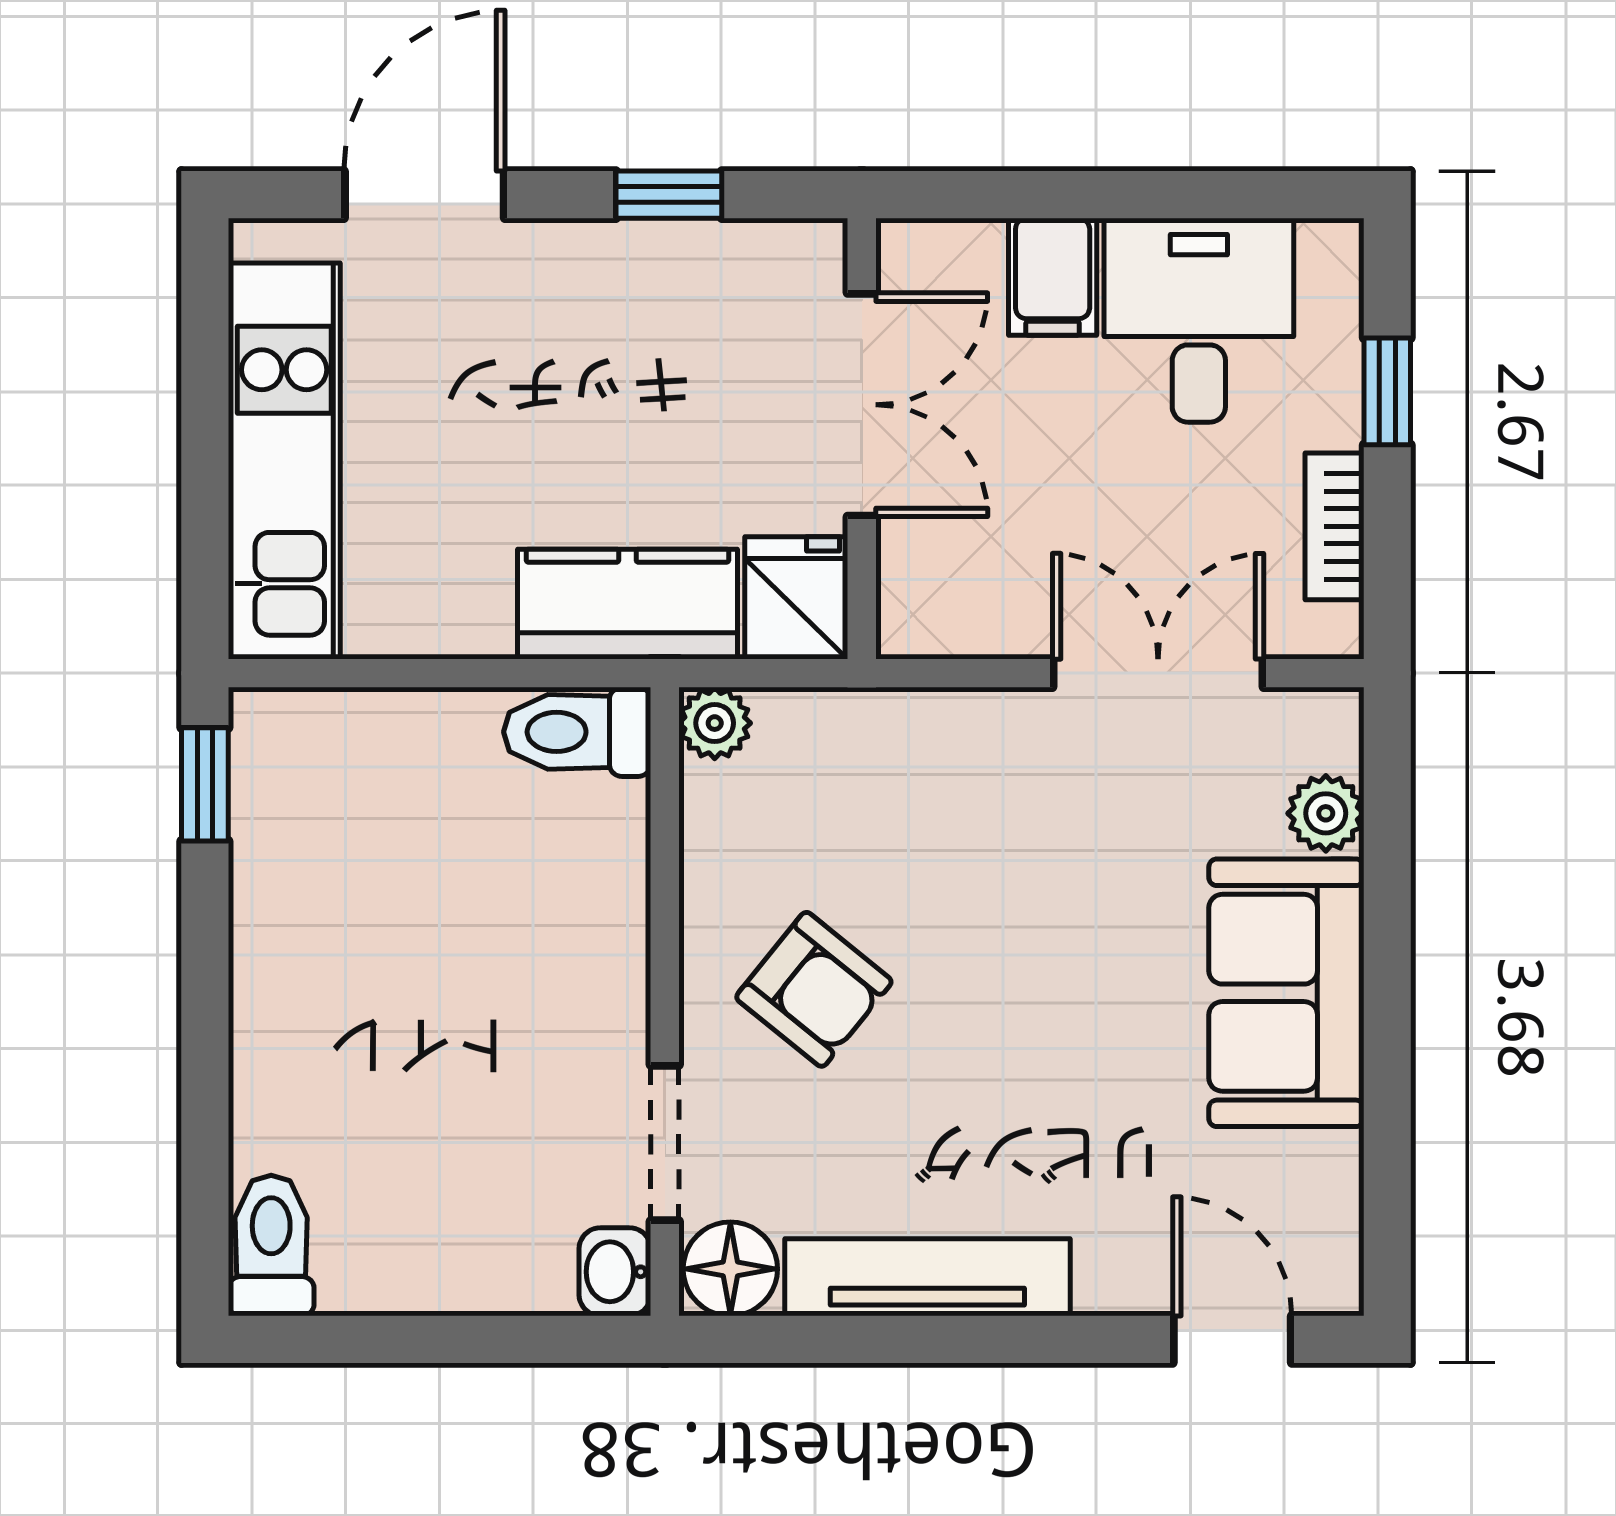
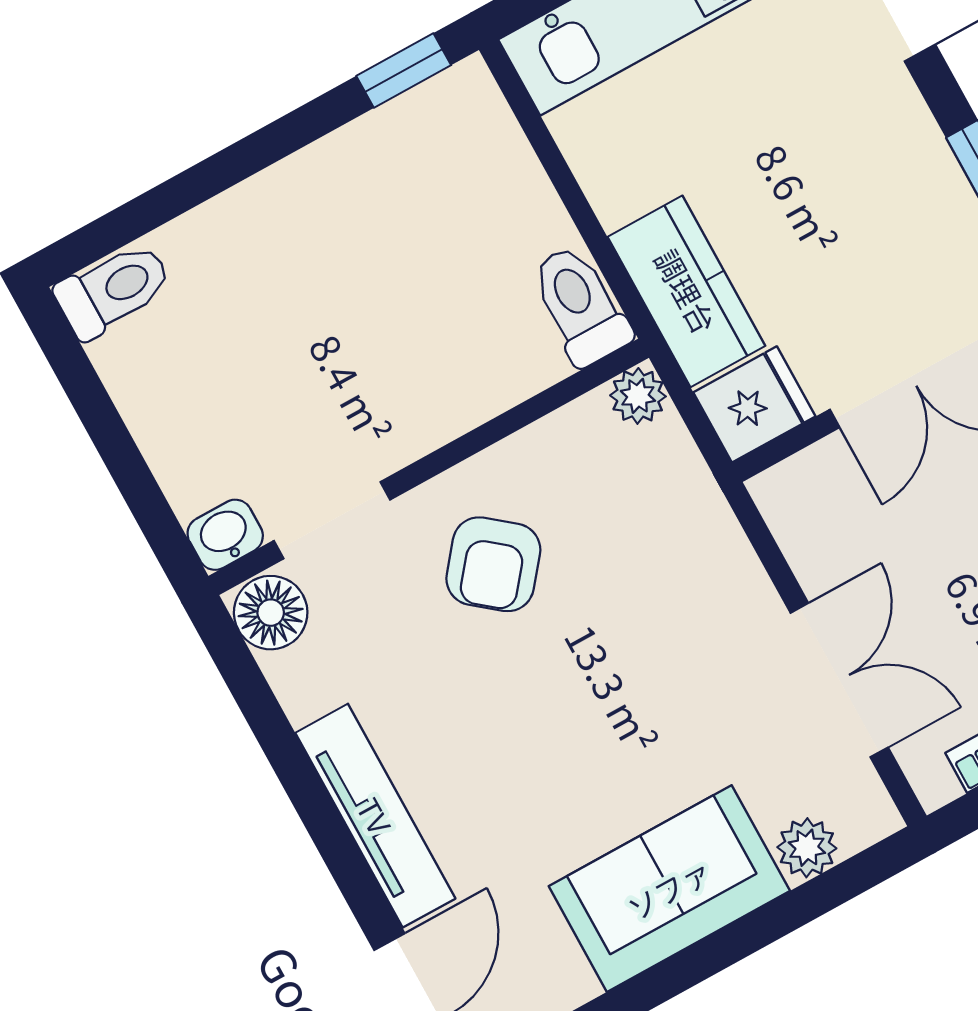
tv unit: (927, 1277) -> (375, 816), moved

